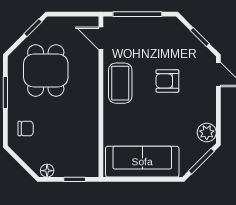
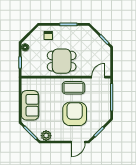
dining table: (46, 71) -> (62, 61), moved
armchair: (167, 81) -> (75, 114), width x1.88, depth x1.88
sofa: (142, 162) -> (30, 105), width x0.73

